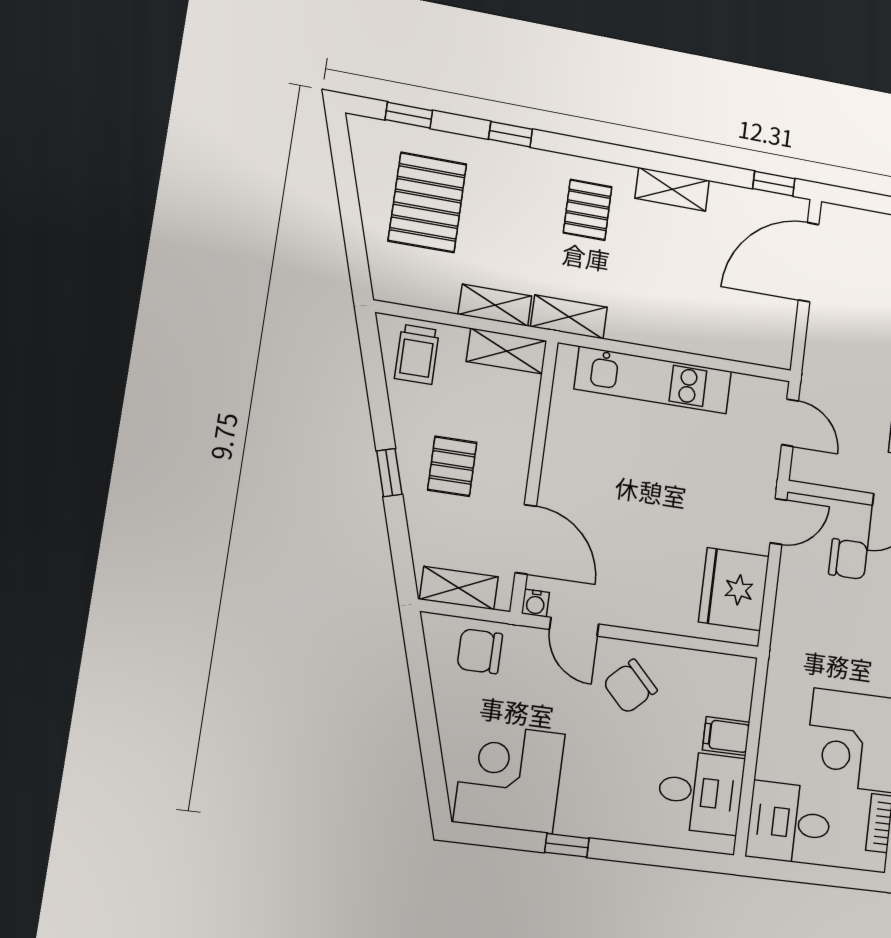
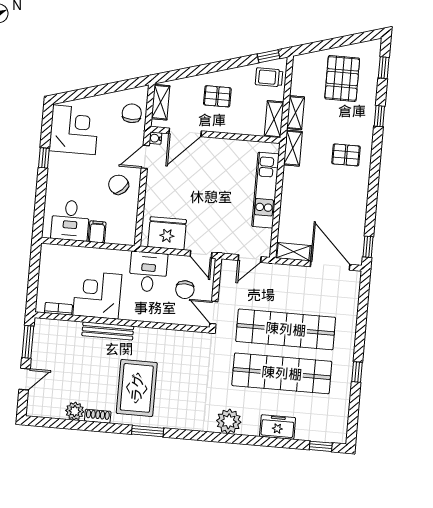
shelving: (672, 189) -> (294, 252), moved, turned 90
pallet: (427, 202) -> (342, 78), turned 90
window: (389, 473) -> (268, 56), moved
desk: (789, 823) -> (148, 272), moved

